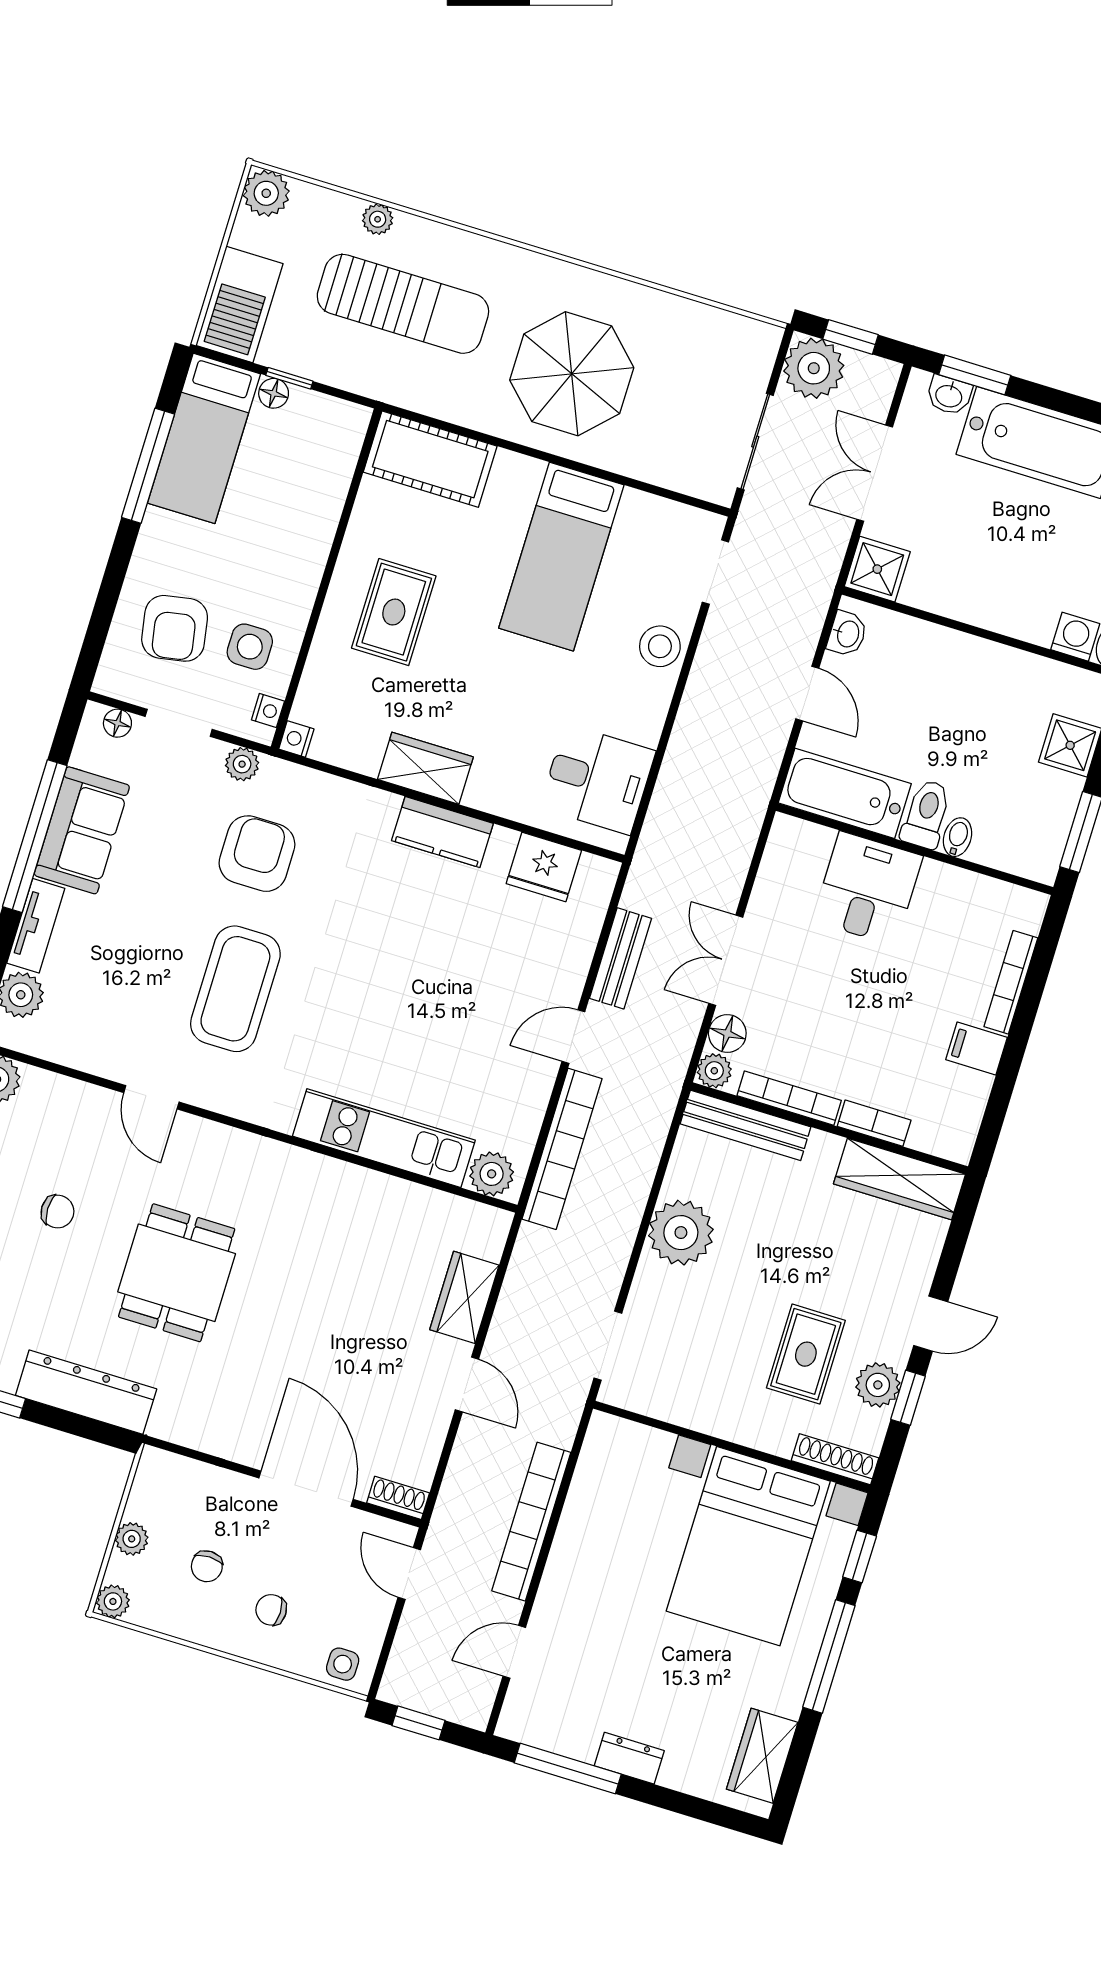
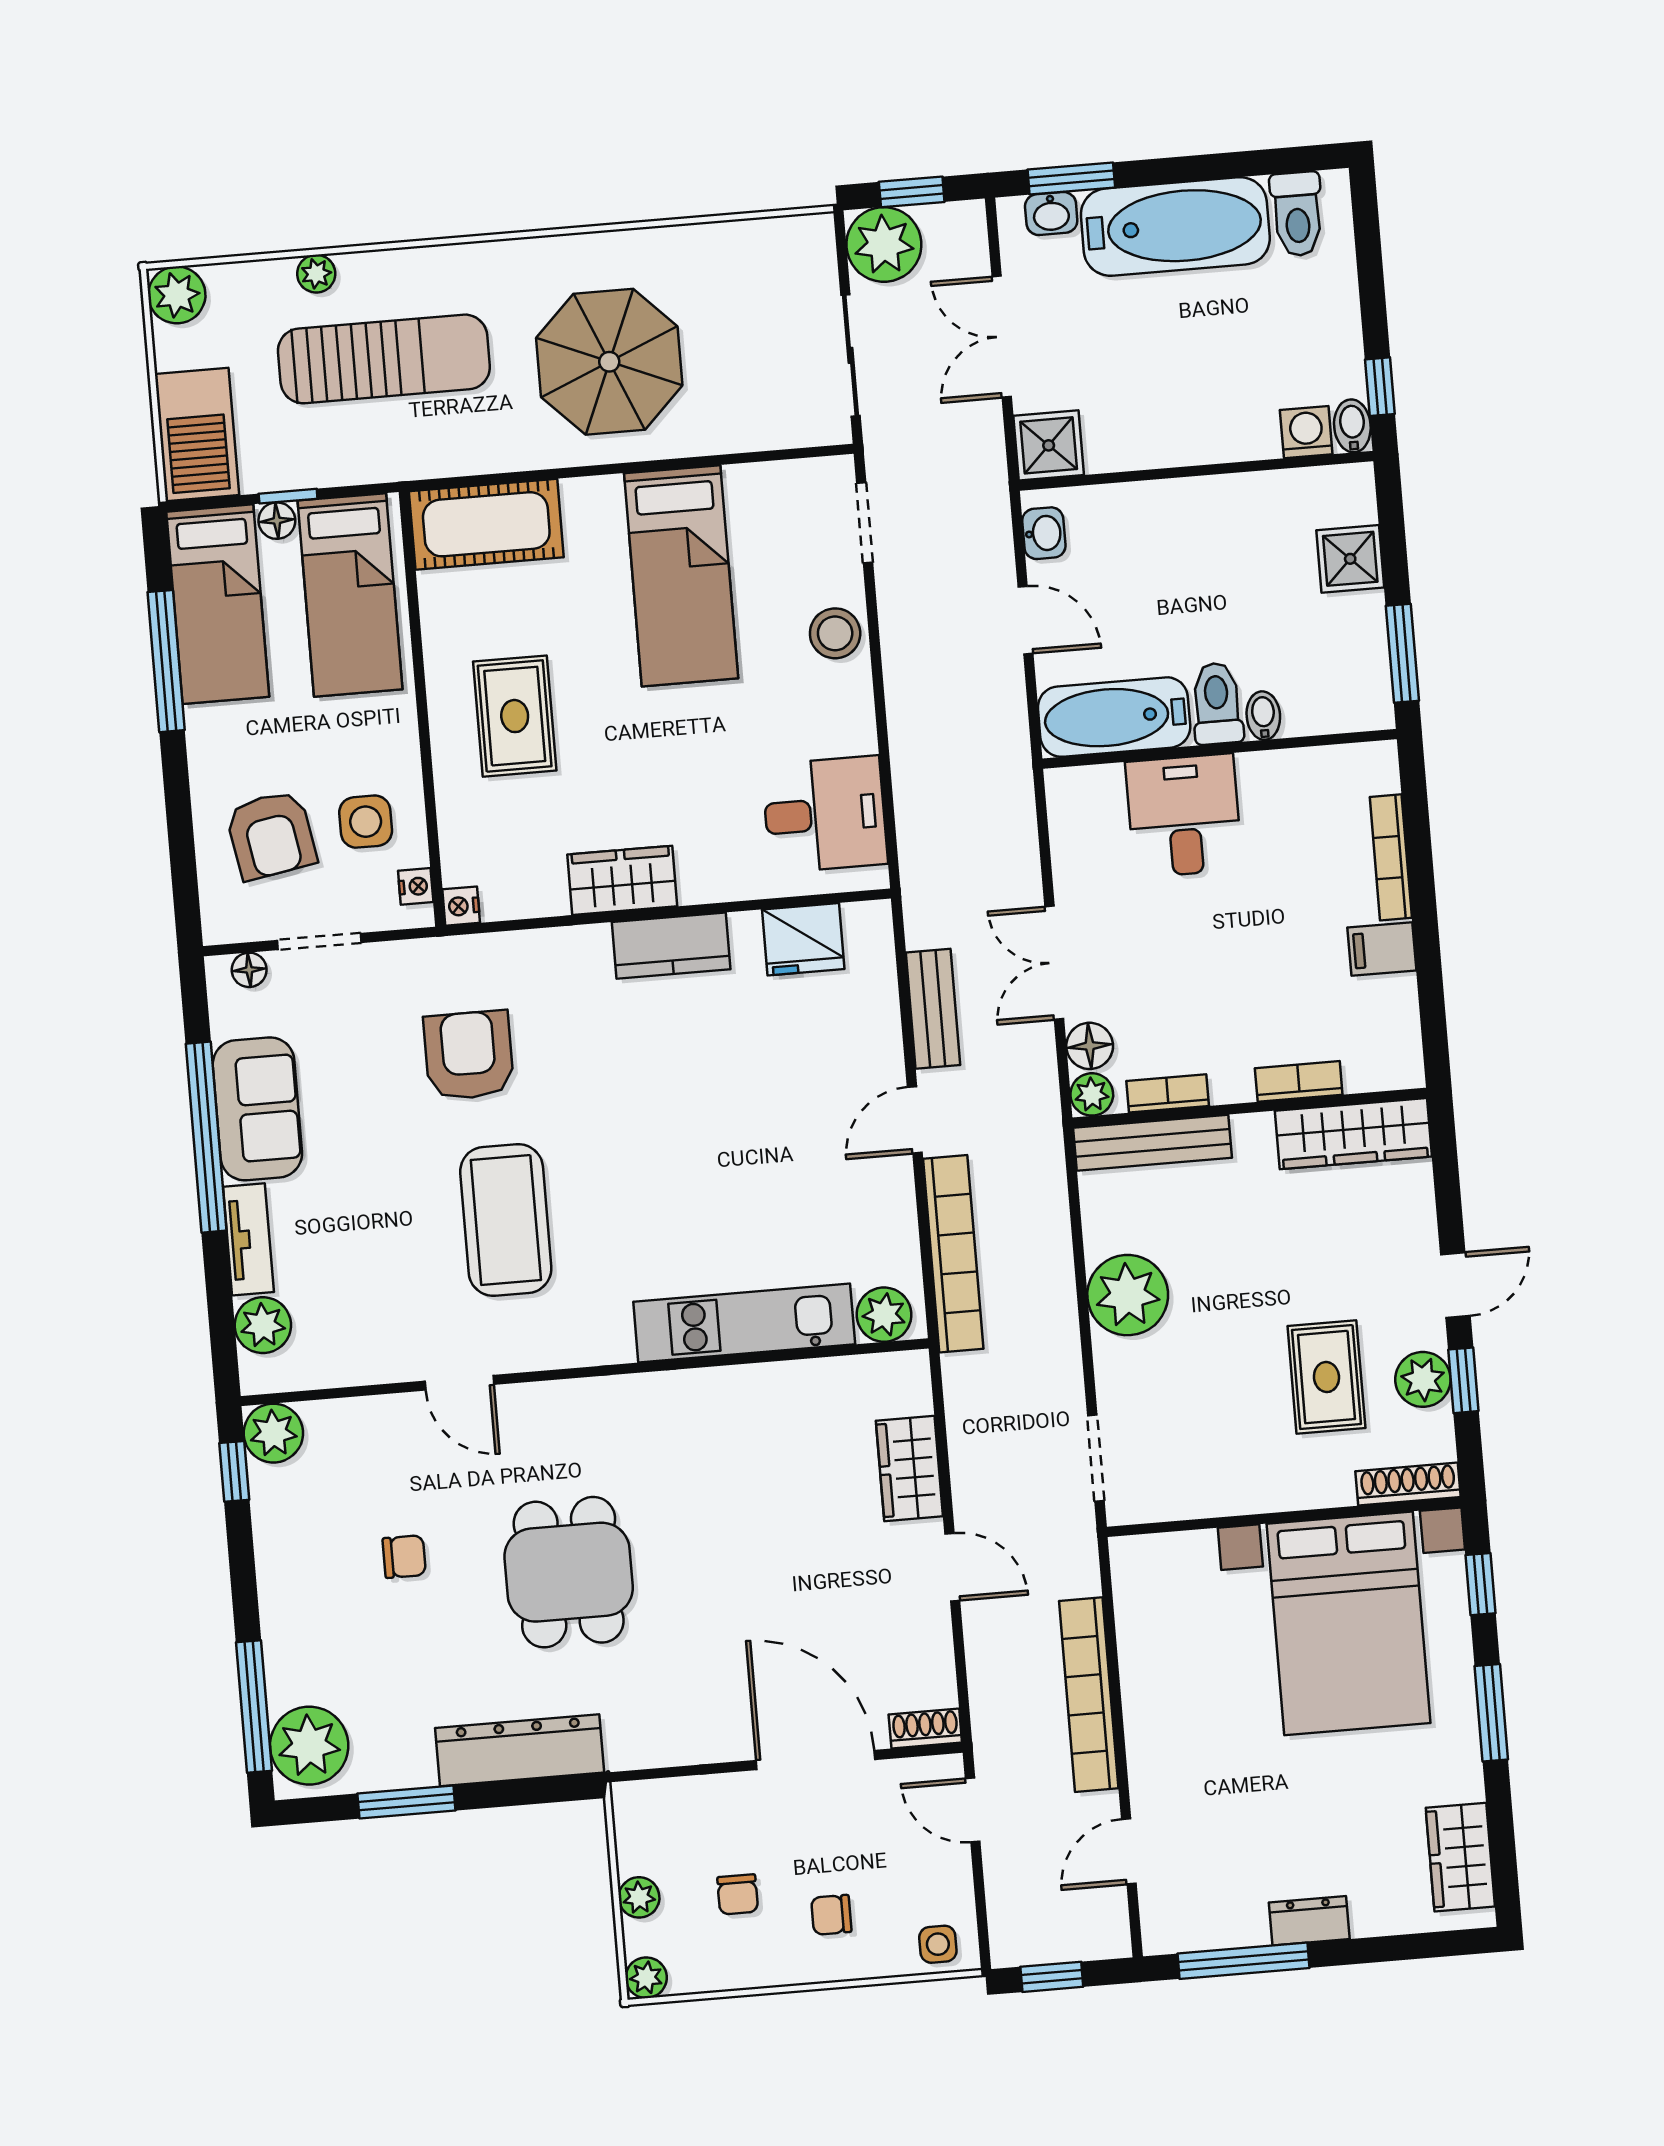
bed: (306, 471) -> (350, 595), added
plant: (242, 764) -> (411, 960), removed
bookcase: (789, 1098) -> (1168, 1093), width x0.64
window: (829, 1656) -> (1491, 1713), width x0.69

